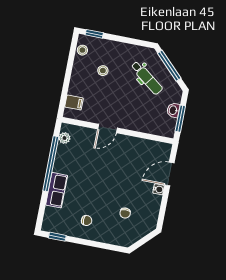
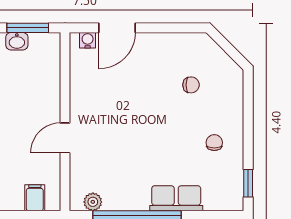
door: (107, 128) -> (65, 138), swing flipped
door: (169, 174) -> (117, 28), hinge flipped
water cooler: (159, 189) -> (88, 40), moved

